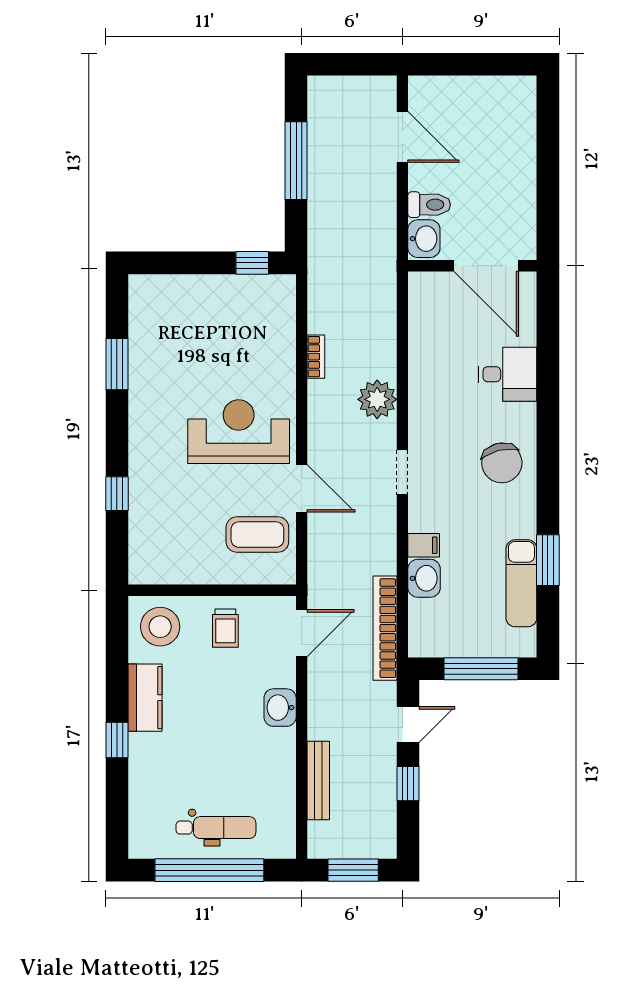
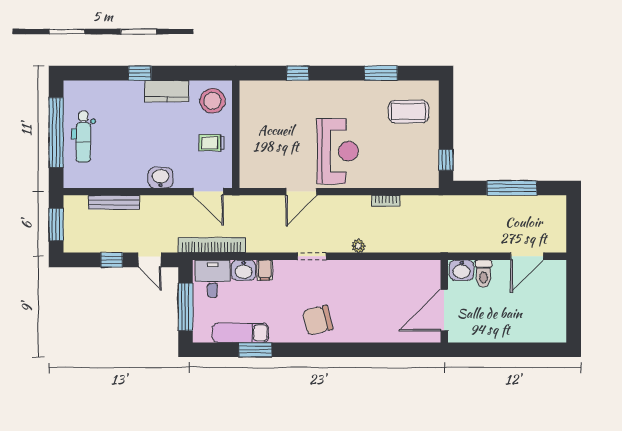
desk: (508, 374) -> (213, 279), moved, turned 180
plant: (377, 399) -> (358, 246), width x0.53, depth x0.53
coffee table: (257, 535) -> (409, 112), moved, turned 90

